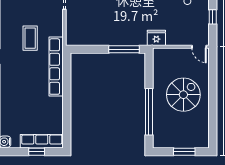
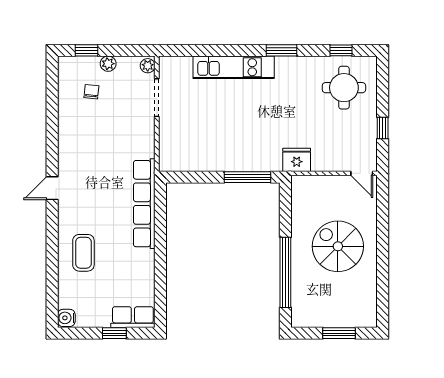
coffee table: (30, 38) -> (83, 253), moved
spiral stairs: (183, 95) -> (338, 246), turned -90
row of seats: (42, 141) -> (133, 317), width x0.68

